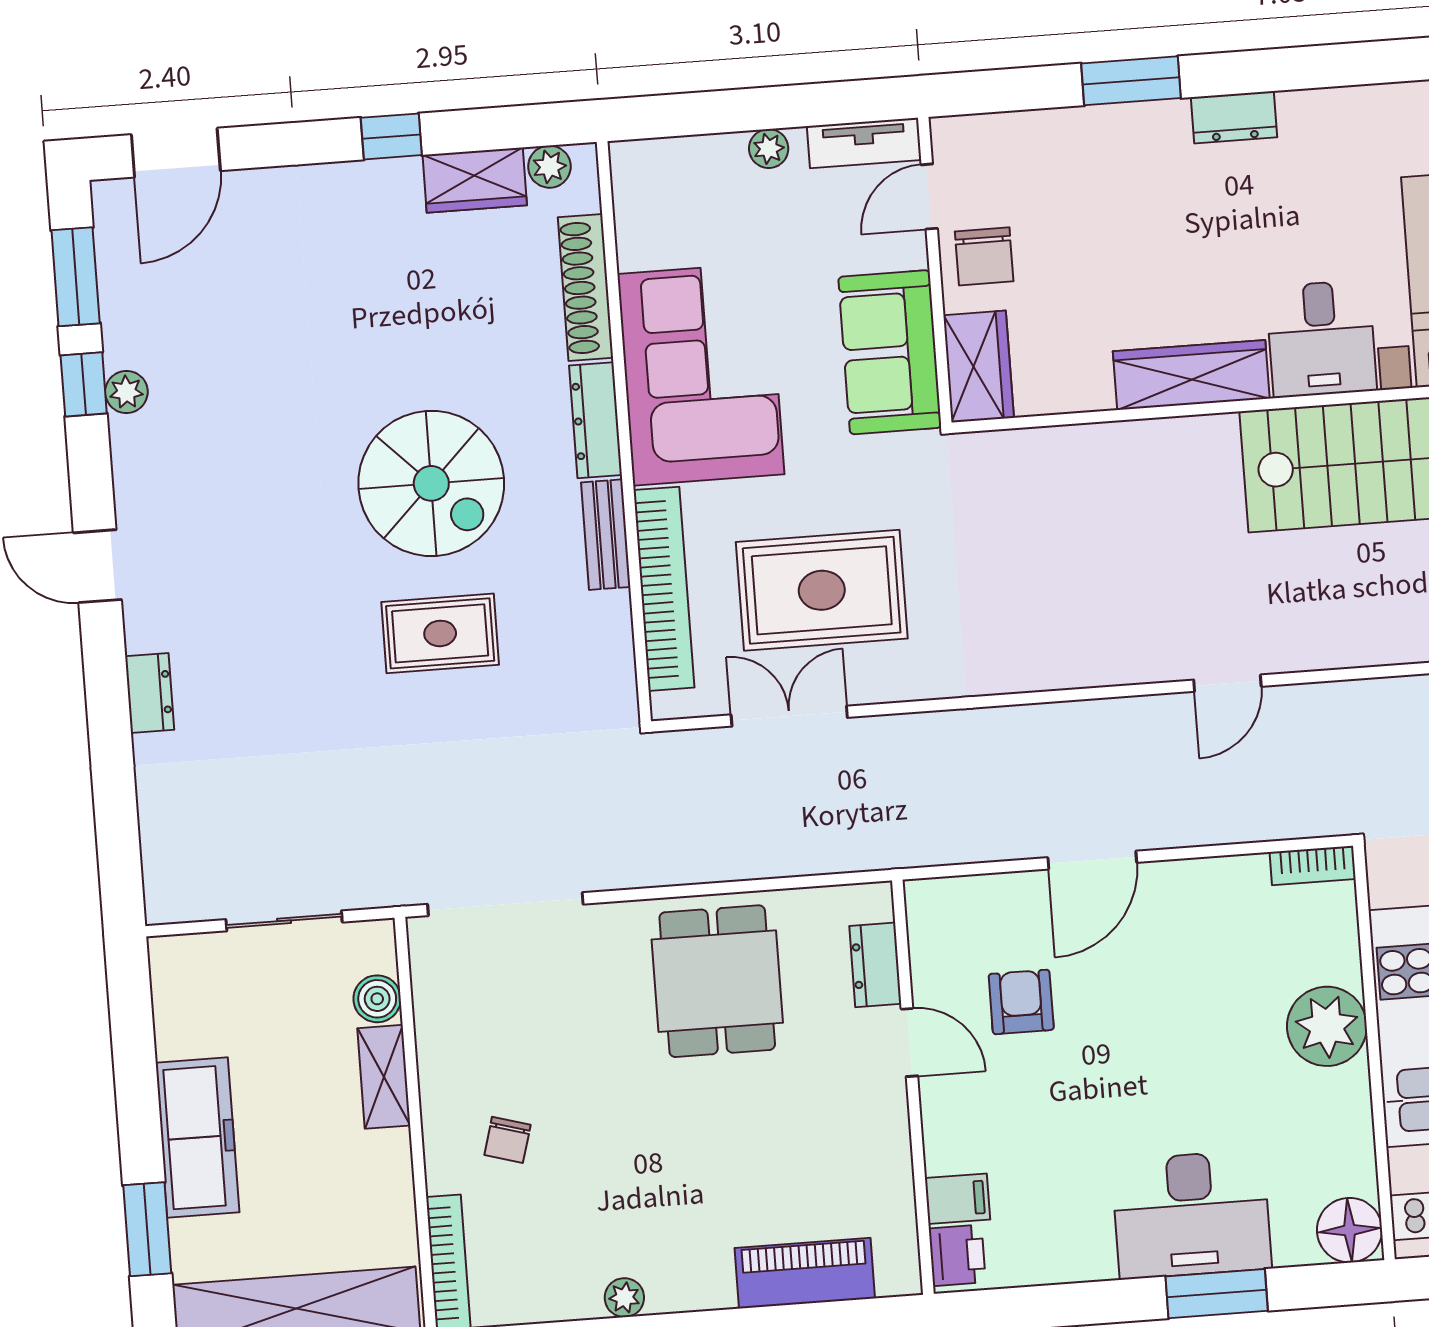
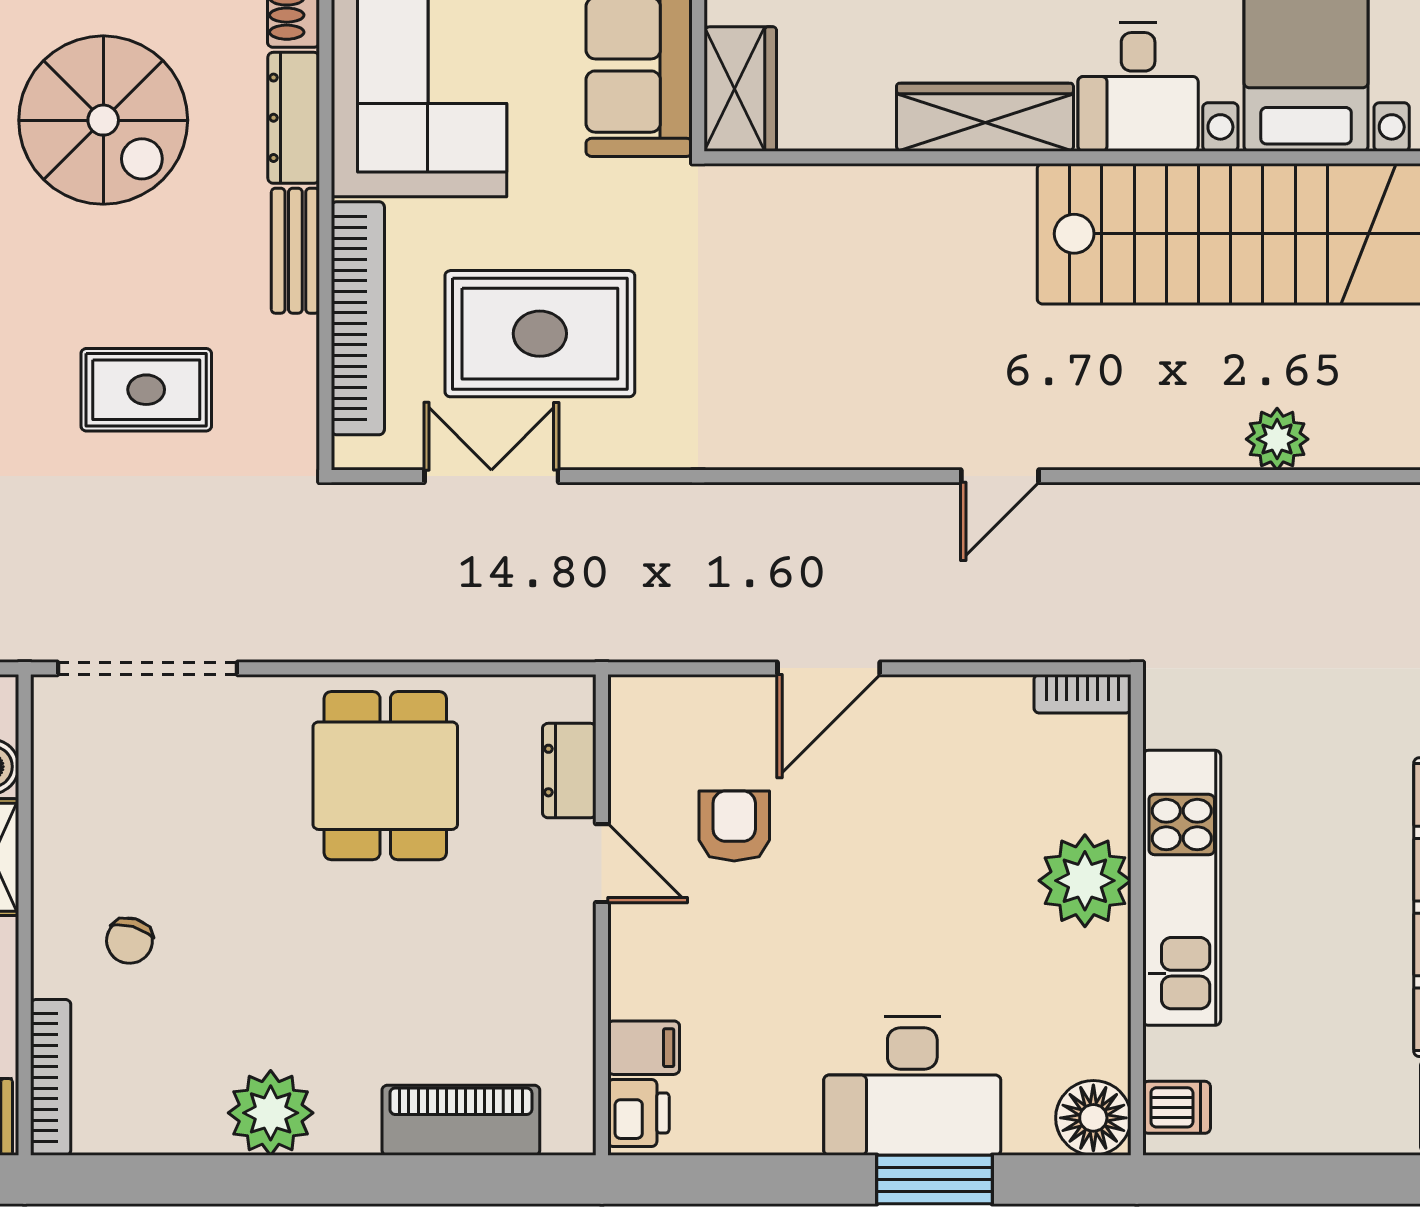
spiral stairs: (431, 483) -> (103, 120), moved
rug: (440, 633) -> (146, 390), moved
plant: (624, 1298) -> (271, 1113), width x1.88, depth x1.88

